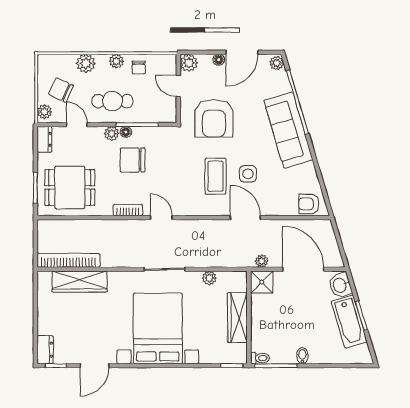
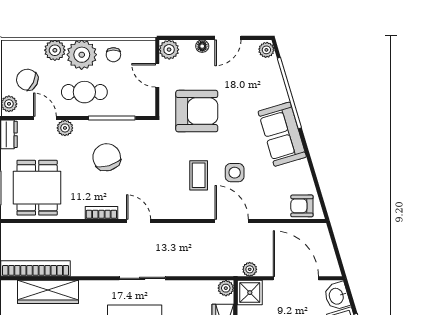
door: (242, 52) -> (228, 38), width x0.73
plant: (116, 61) -> (82, 55), width x1.88, depth x1.88
armchair: (214, 118) -> (197, 111), turned -90
sofa: (288, 130) -> (282, 134), width x0.73
floor lamp: (126, 132) -> (99, 126), removed
plant: (112, 134) -> (65, 128), moved
chair: (133, 160) -> (107, 157), turned 74
coffee table: (216, 176) -> (199, 175), width x0.73, depth x0.77
dining table: (70, 187) -> (37, 188), turned 90
plant: (209, 278) -> (226, 288), moved

